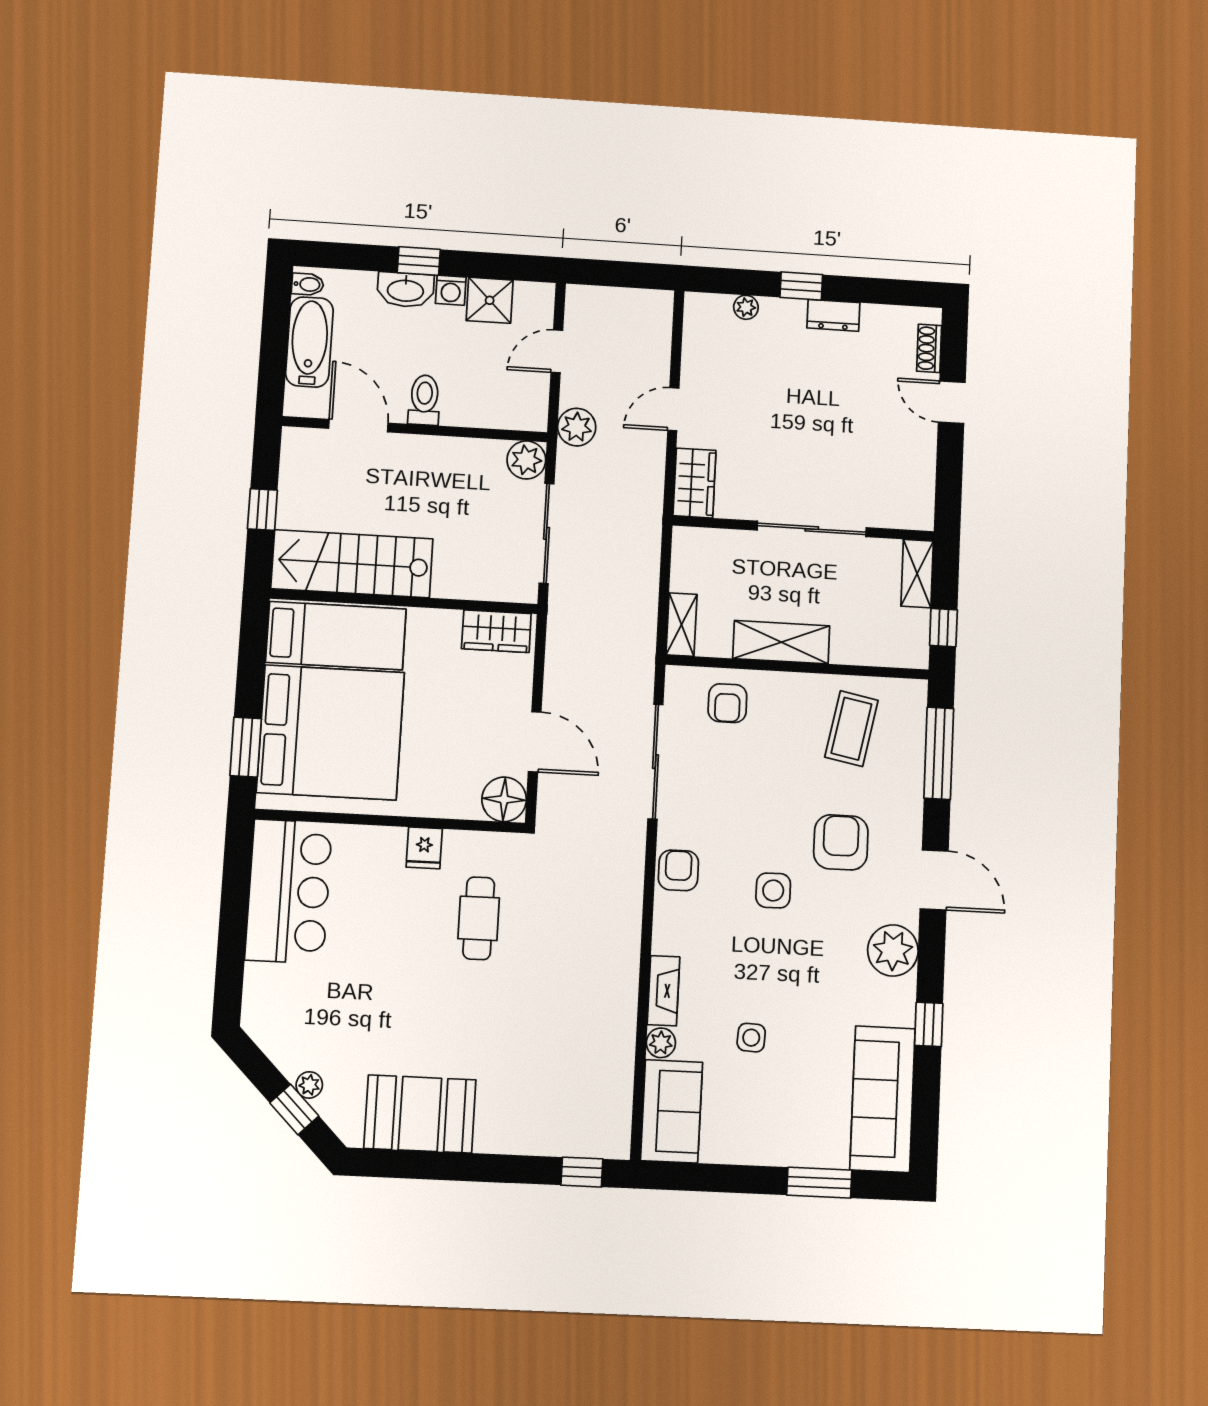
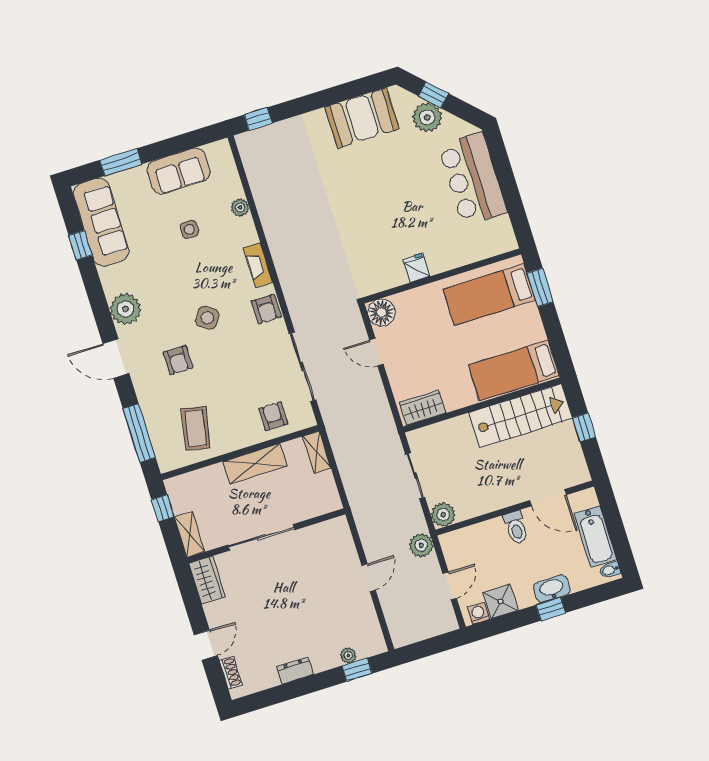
window: (801, 286) -> (357, 670), moved
washing machine: (451, 290) -> (478, 613), moved
door: (952, 402) -> (206, 645), hinge flipped
wardrobe: (694, 483) -> (207, 580), moved, turned 180
sliding door: (547, 533) -> (415, 476), width x0.73
bed: (331, 732) -> (489, 295), width x0.49
door: (535, 742) -> (376, 352), width x0.73
armchair: (841, 842) -> (178, 360), width x0.72, depth x0.72
side table: (773, 890) -> (207, 318), turned 33
bar counter: (289, 891) -> (473, 179), moved
cafe table: (479, 918) -> (370, 239), removed
fireplace: (664, 991) -> (258, 265), moved
window: (929, 1024) -> (80, 245), moved
plant: (309, 1085) -> (427, 117), width x1.88, depth x1.88
sofa: (672, 1111) -> (179, 171), moved, turned -90

